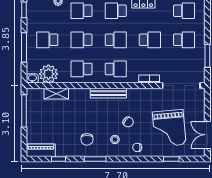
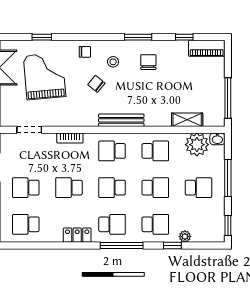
doorway: (181, 86) -> (29, 130), width x0.53

